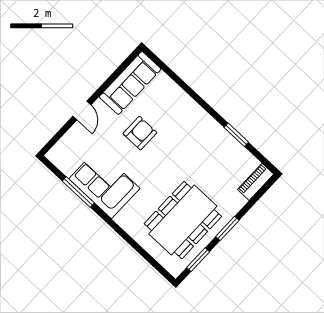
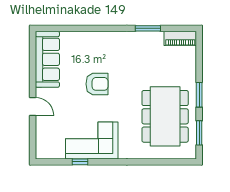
armchair: (140, 133) -> (97, 84), moved, turned 90
piano: (256, 182) -> (180, 38), moved, turned -90
window: (78, 192) -> (80, 162), width x0.46

